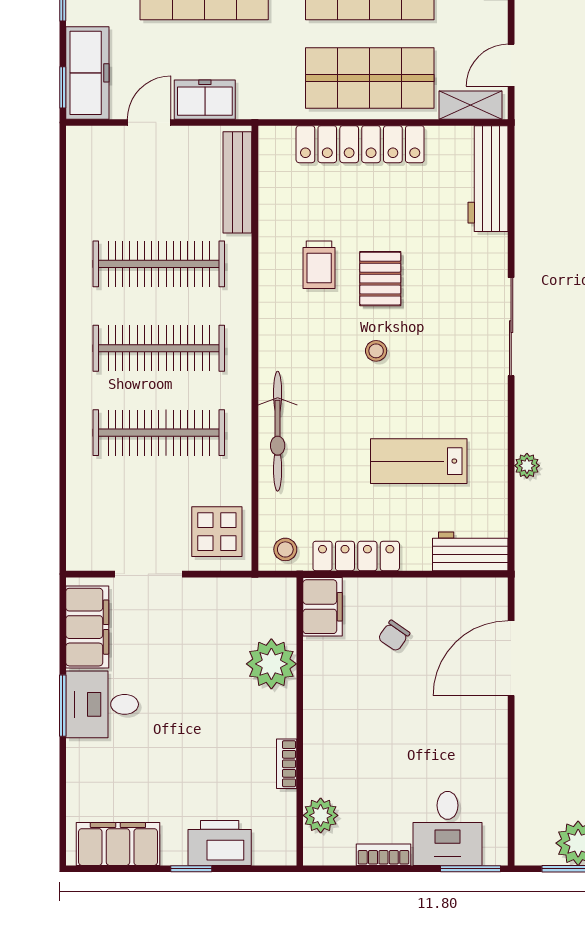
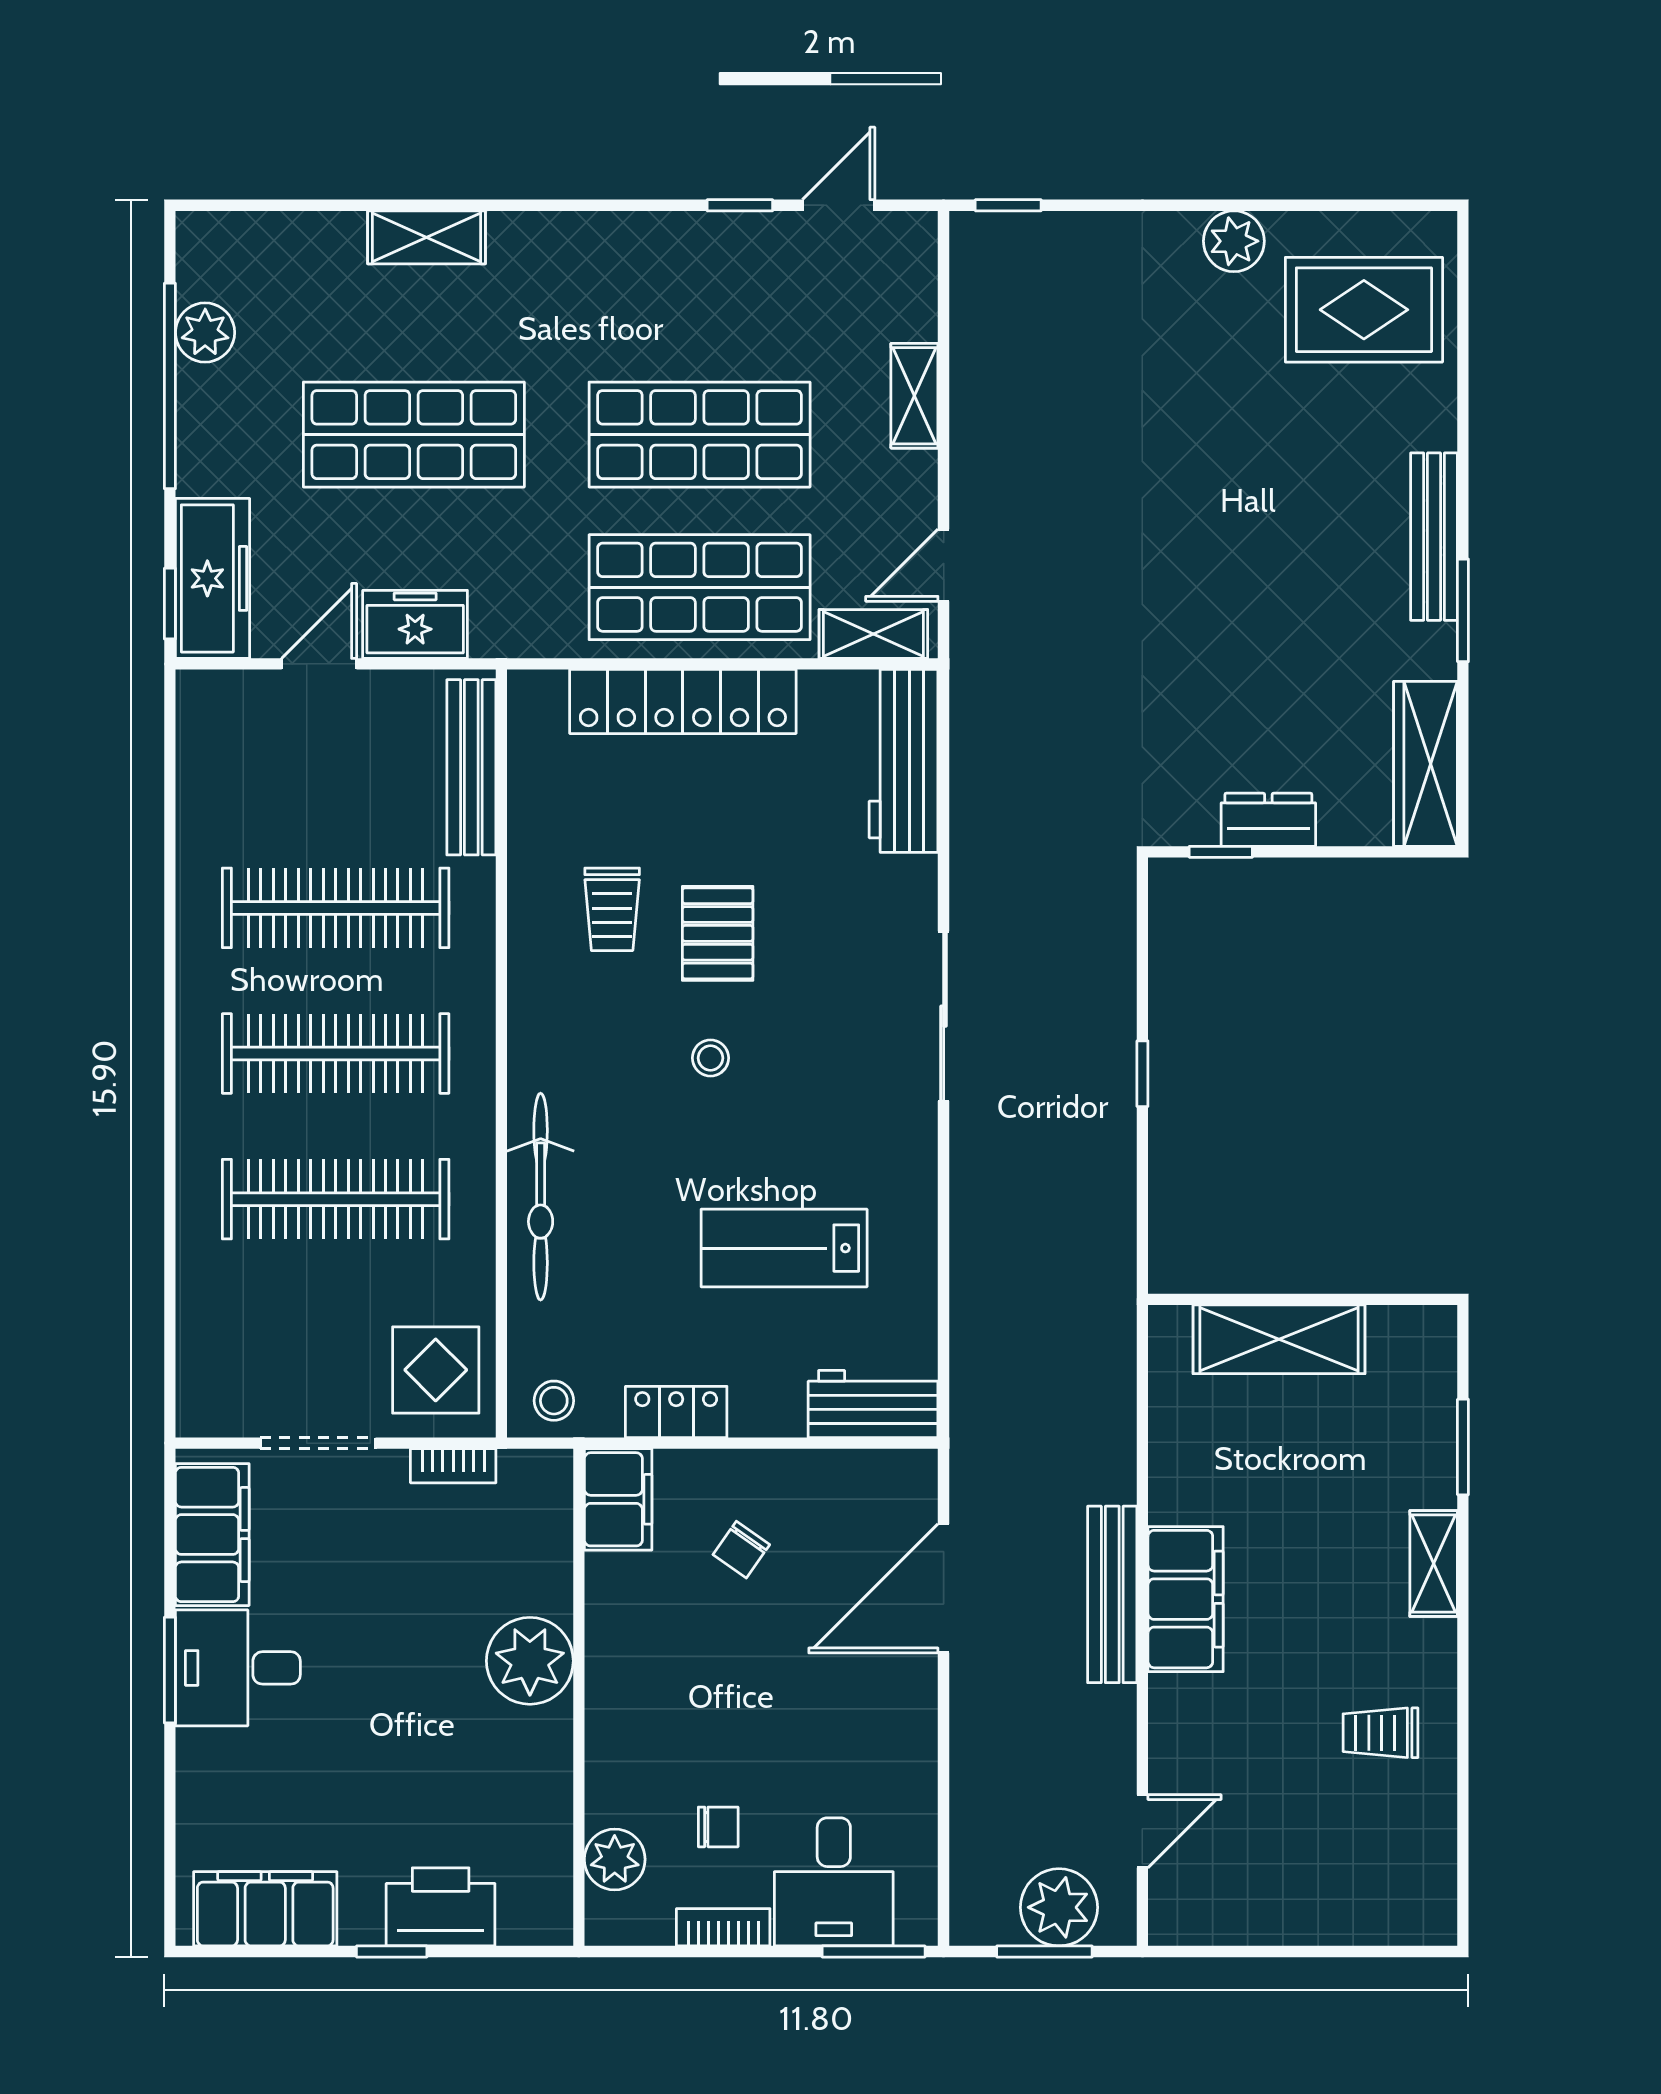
plant: (527, 466) -> (971, 1256), removed
locker: (356, 556) -> (676, 1412), width x0.66
plant: (271, 664) -> (530, 1661), moved
bookcase: (287, 764) -> (453, 1466), moved, turned -90
chair: (381, 797) -> (718, 1827), added

